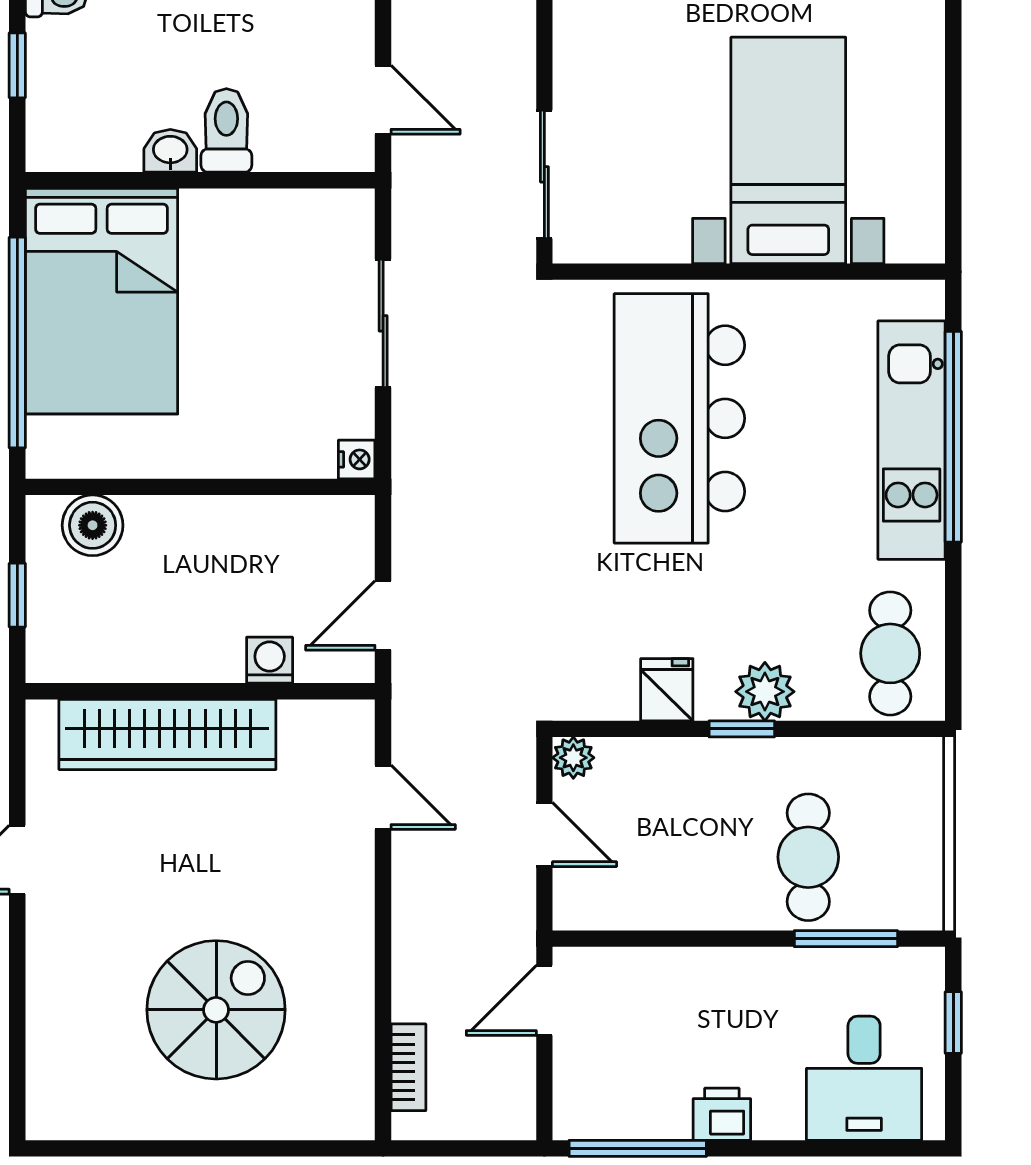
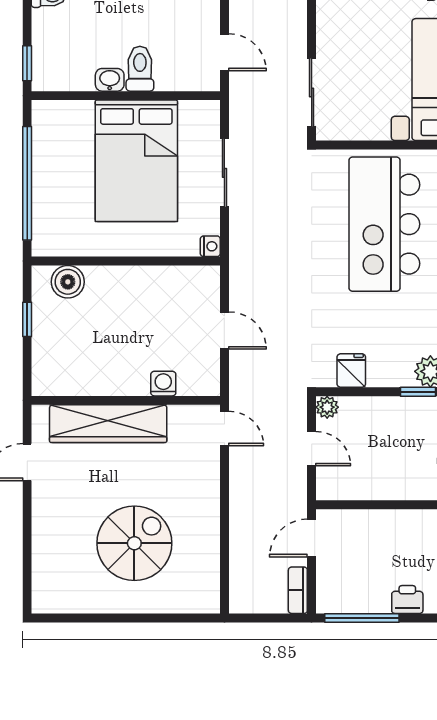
window: (17, 65) -> (27, 63), moved
bed: (101, 301) -> (136, 161), moved
door: (383, 615) -> (224, 330), swing flipped
washing machine: (270, 660) -> (163, 384), moved
fridge: (667, 690) -> (351, 370), moved
wall: (200, 691) -> (126, 400), moved
wardrobe: (167, 734) -> (108, 424), moved
bookcase: (408, 1067) -> (298, 590), moved, turned 180

